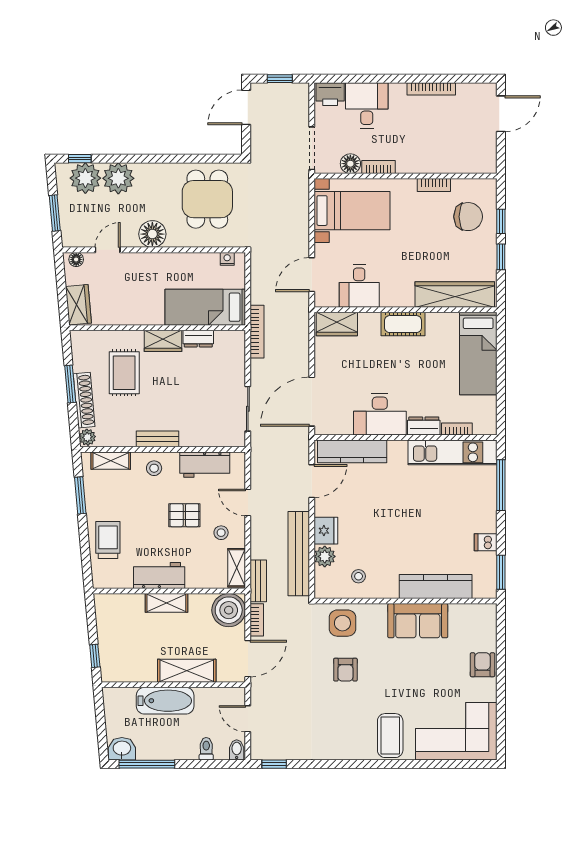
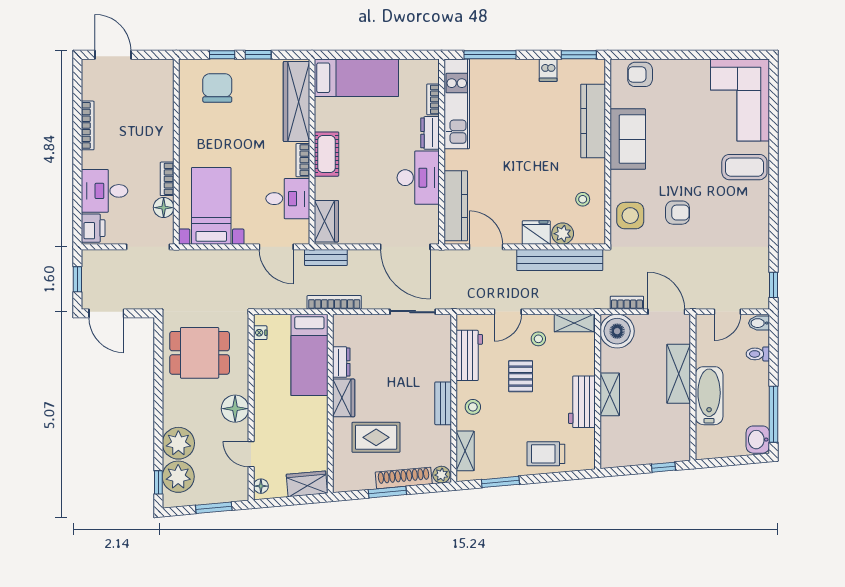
bookcase: (434, 185) -> (303, 160), moved, turned 180
bench: (258, 581) -> (326, 257), moved
armchair: (482, 665) -> (640, 74), moved

